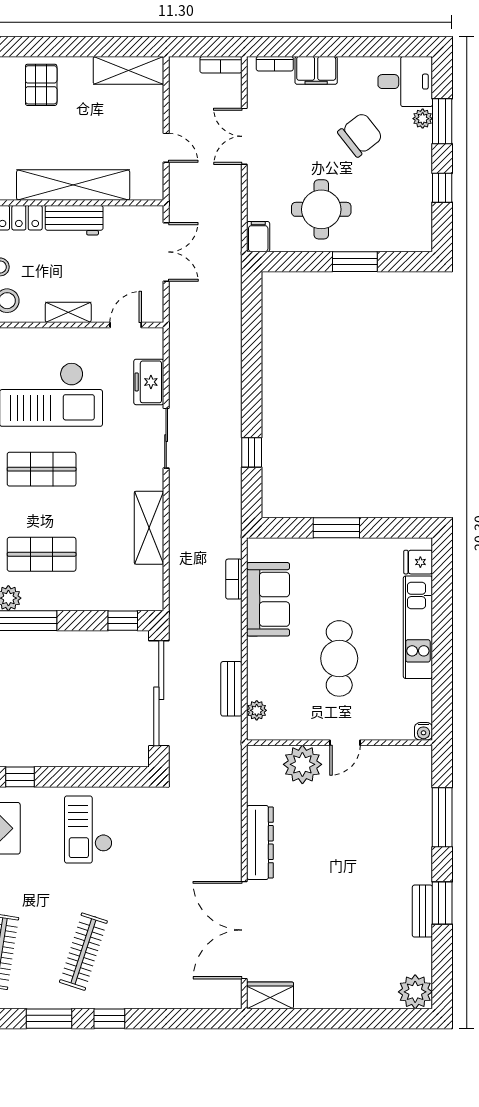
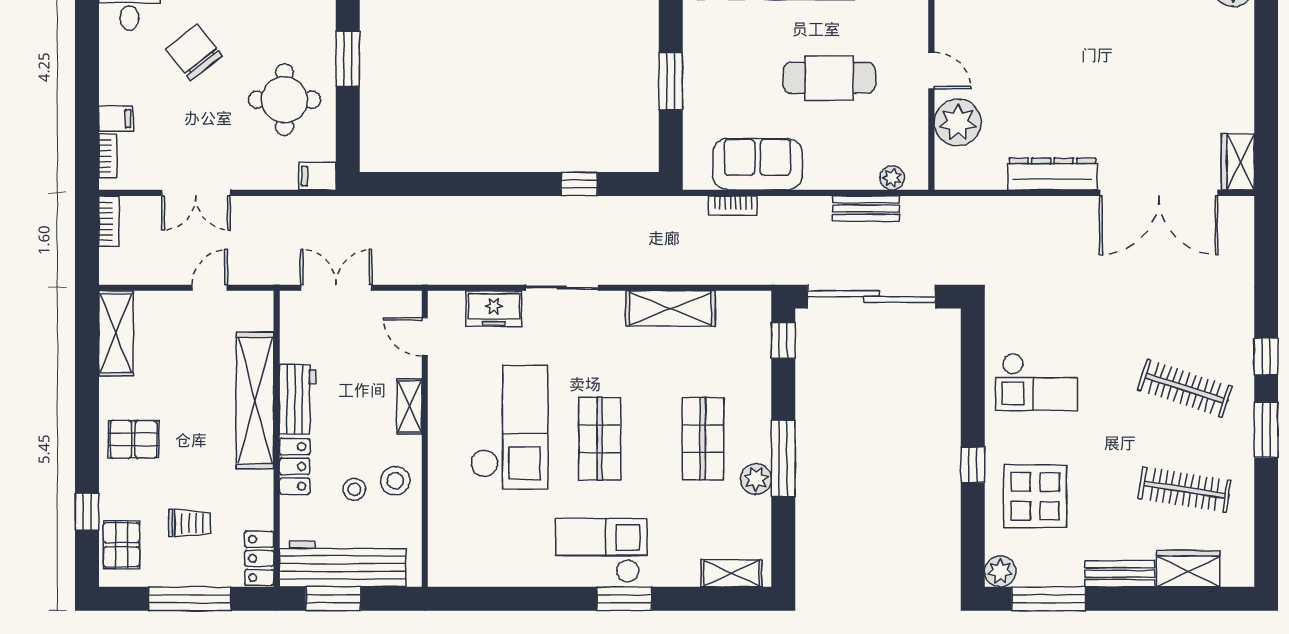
filing cabinet: (316, 70) -> (116, 119), width x0.50

